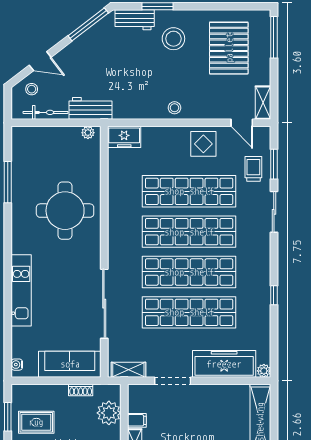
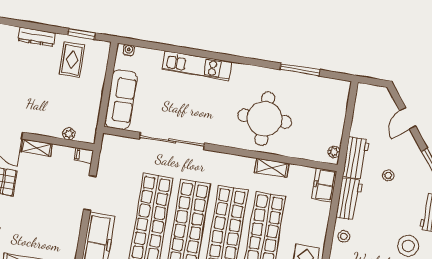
stool: (32, 89) -> (388, 175), moved
workbench: (135, 109) -> (349, 199), added
bicycle: (46, 112) -> (359, 115), removed
shelving: (128, 370) -> (272, 168), moved, turned 90
shoe rack: (81, 390) -> (95, 106), removed
plant: (109, 413) -> (69, 134), width x0.53, depth x0.53
filing cabinet: (137, 420) -> (84, 155), moved, turned 90

